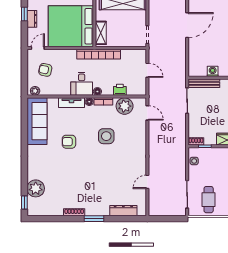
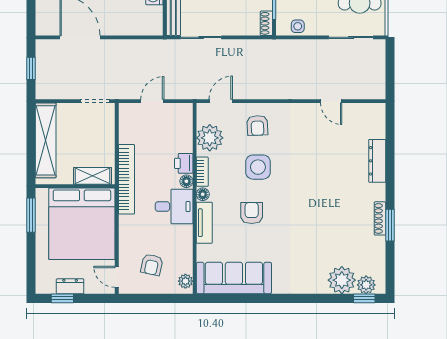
printer: (120, 90) -> (184, 163), moved
armchair: (132, 136) -> (257, 125), added
armchair: (69, 142) -> (252, 213), moved, turned 180
plant: (33, 204) -> (366, 285), added
dresser: (123, 211) -> (377, 161), moved
window: (94, 219) -> (390, 225), moved

